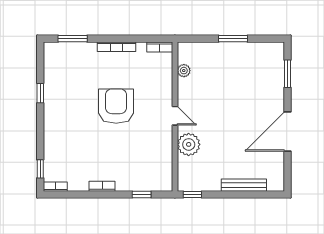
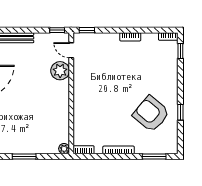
plant: (184, 71) -> (64, 149), moved
armchair: (116, 106) -> (151, 114), moved, turned 130
door: (175, 116) -> (71, 50), moved
window: (142, 195) -> (87, 30), moved

